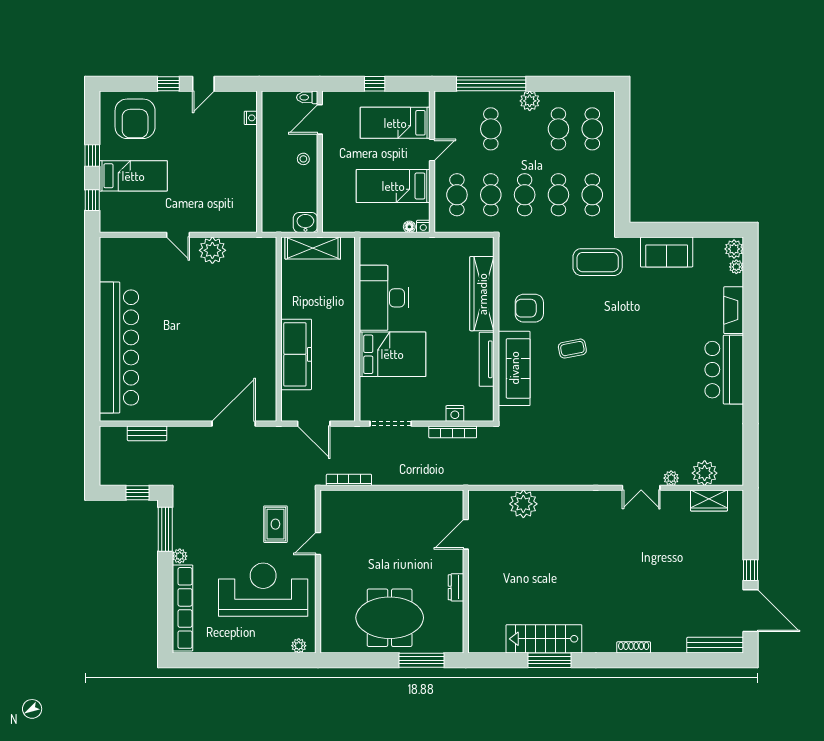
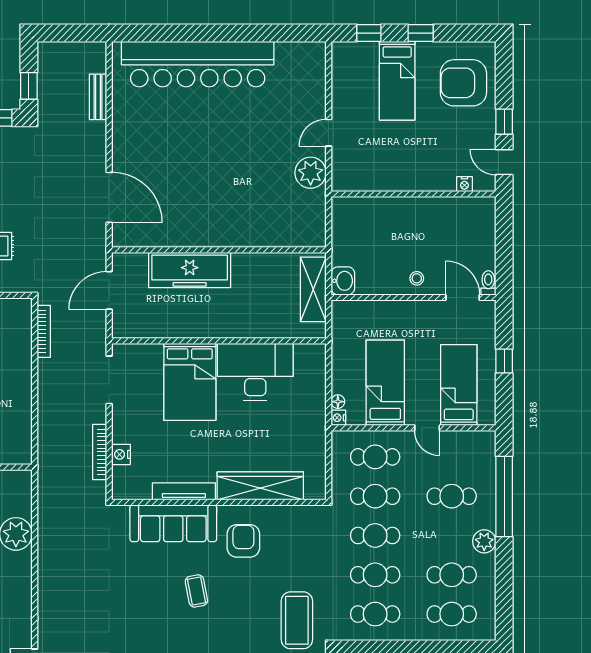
nightstand: (251, 118) -> (464, 184), moved
wall: (259, 162) -> (413, 194), moved

